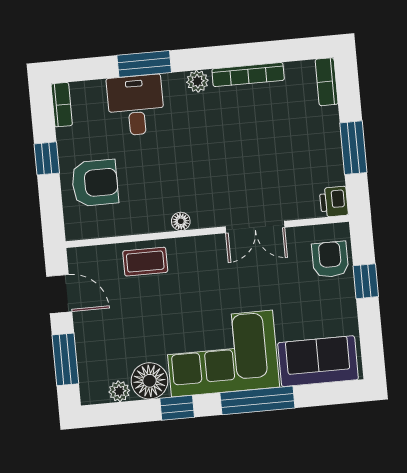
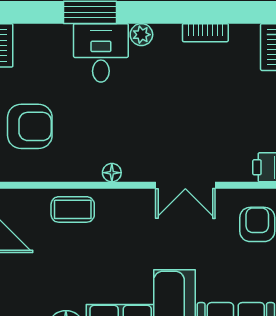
bookcase: (248, 75) -> (205, 33), width x0.64
desk: (136, 105) -> (101, 53), moved

